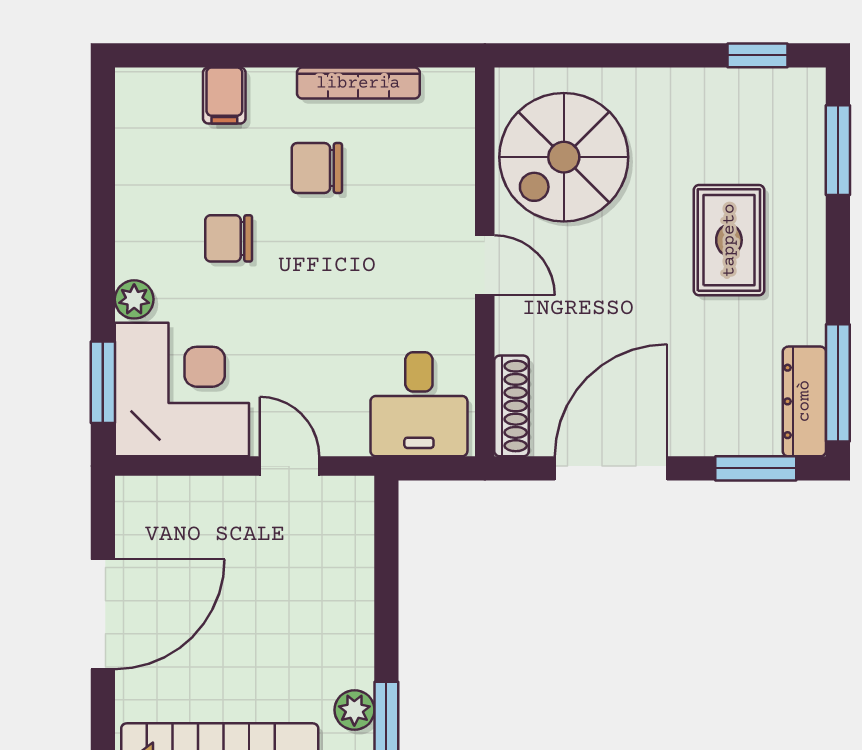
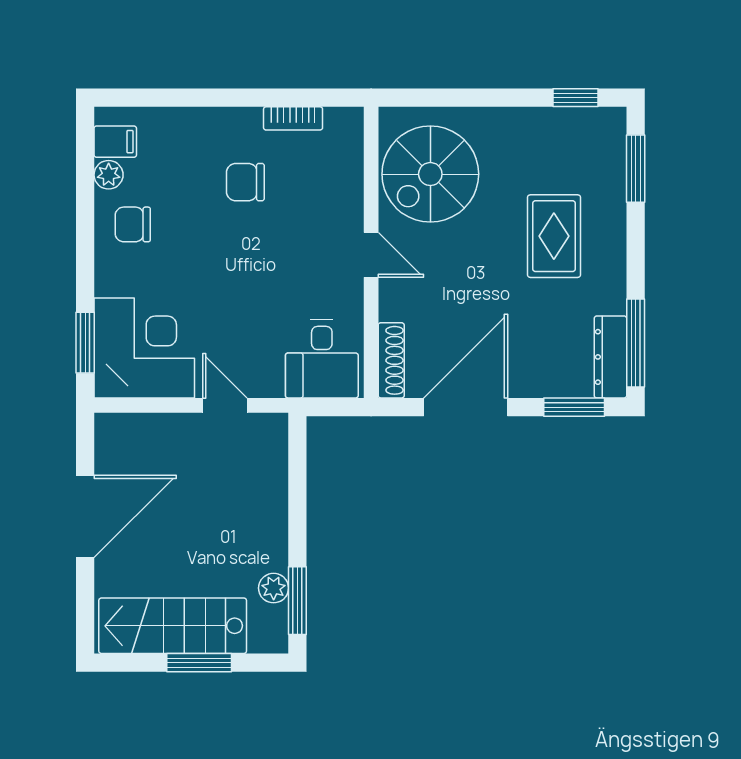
bookcase: (358, 83) -> (293, 118), width x0.64
filing cabinet: (224, 96) -> (115, 142), moved, turned -90
chair: (229, 238) -> (133, 224), moved
plant: (134, 299) -> (109, 175), moved

